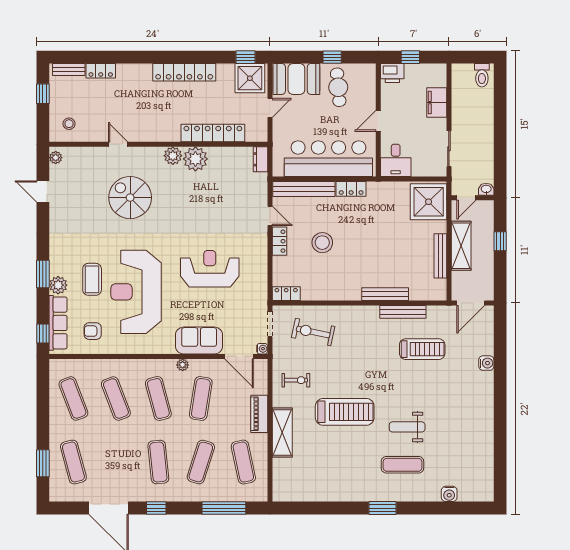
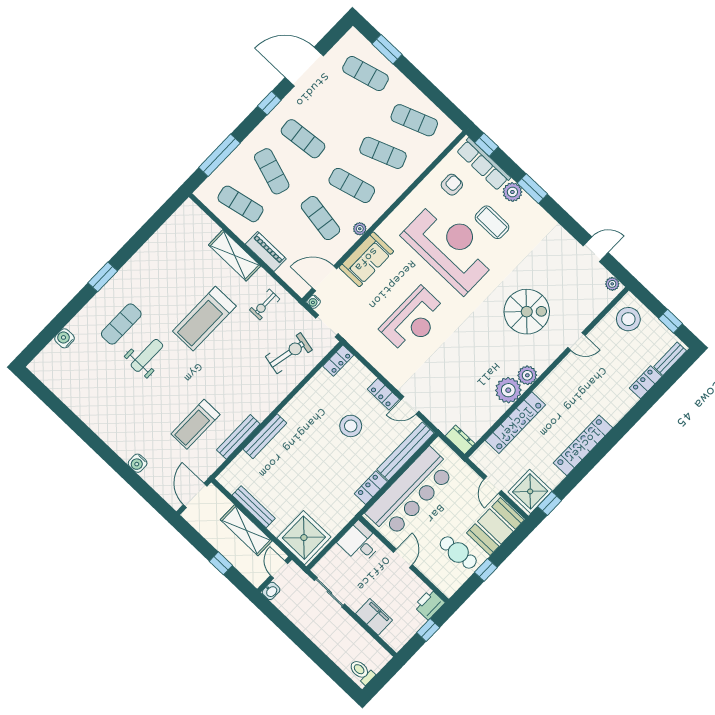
stool: (69, 124) -> (628, 319), width x1.89, depth x1.89

